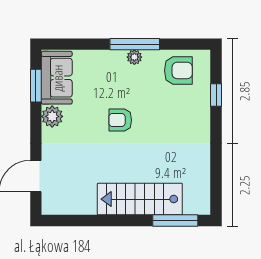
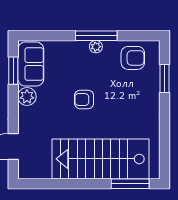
window: (216, 95) -> (164, 79), width x1.50
stairs: (140, 199) -> (100, 159), width x1.36, depth x1.51

